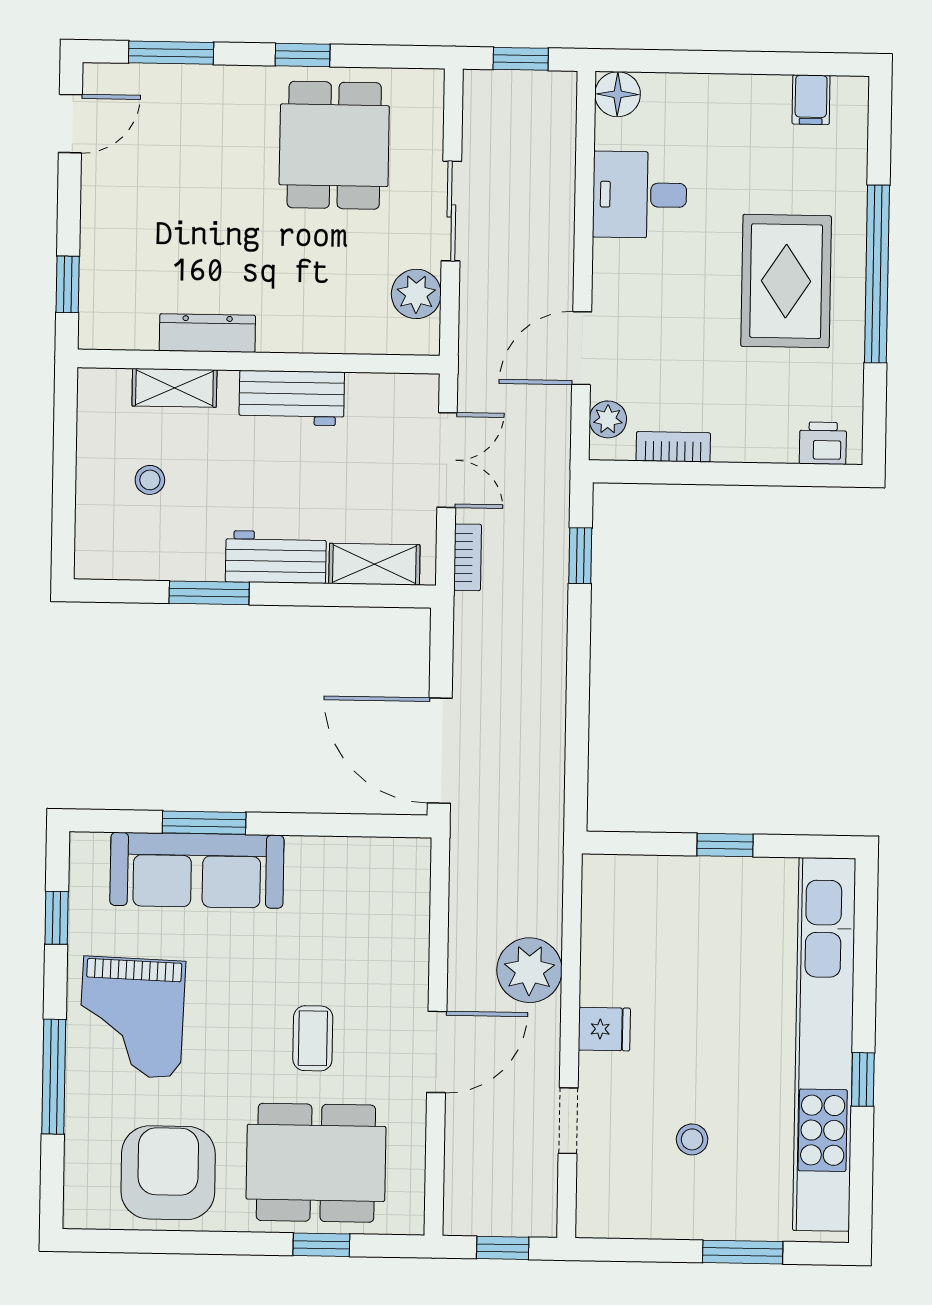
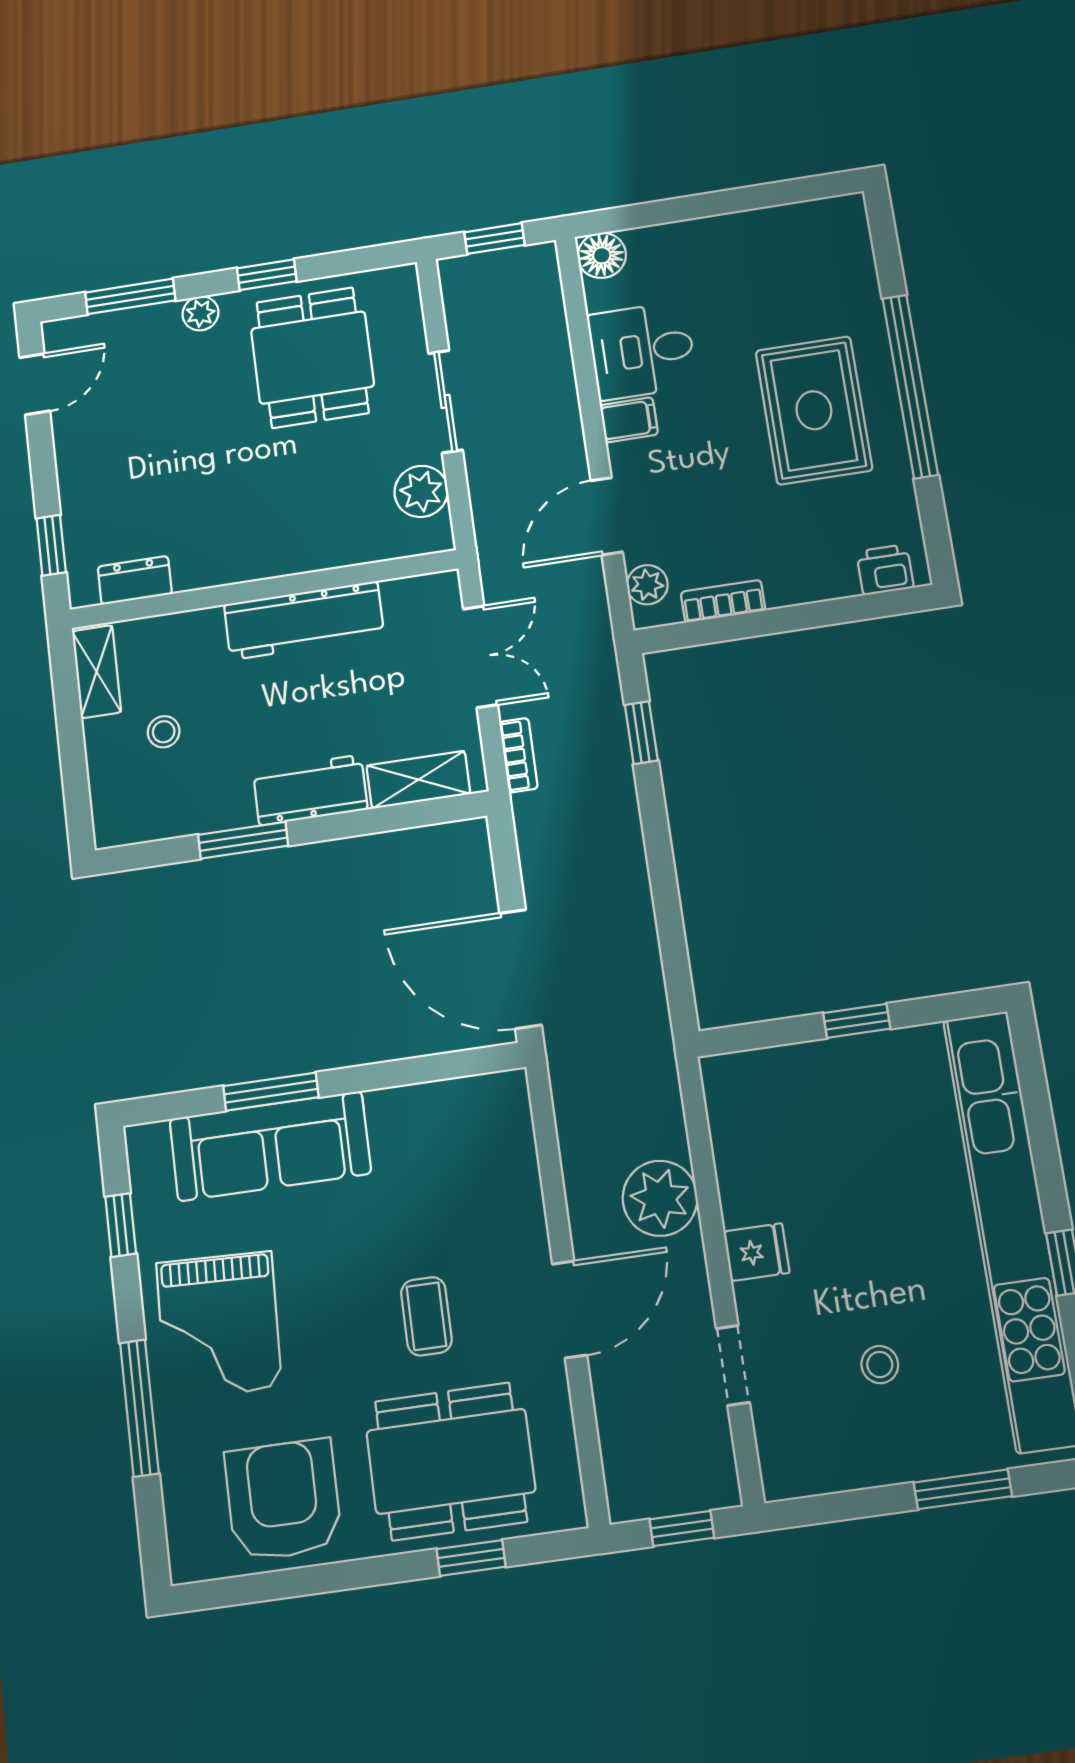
plant: (235, 82) -> (200, 313), added
filing cabinet: (811, 100) -> (629, 420), moved, turned -90
dresser: (207, 333) -> (135, 580), moved, width x0.70
shelving: (174, 388) -> (97, 672), moved, turned 90
workbench: (292, 398) -> (304, 621), width x1.38

